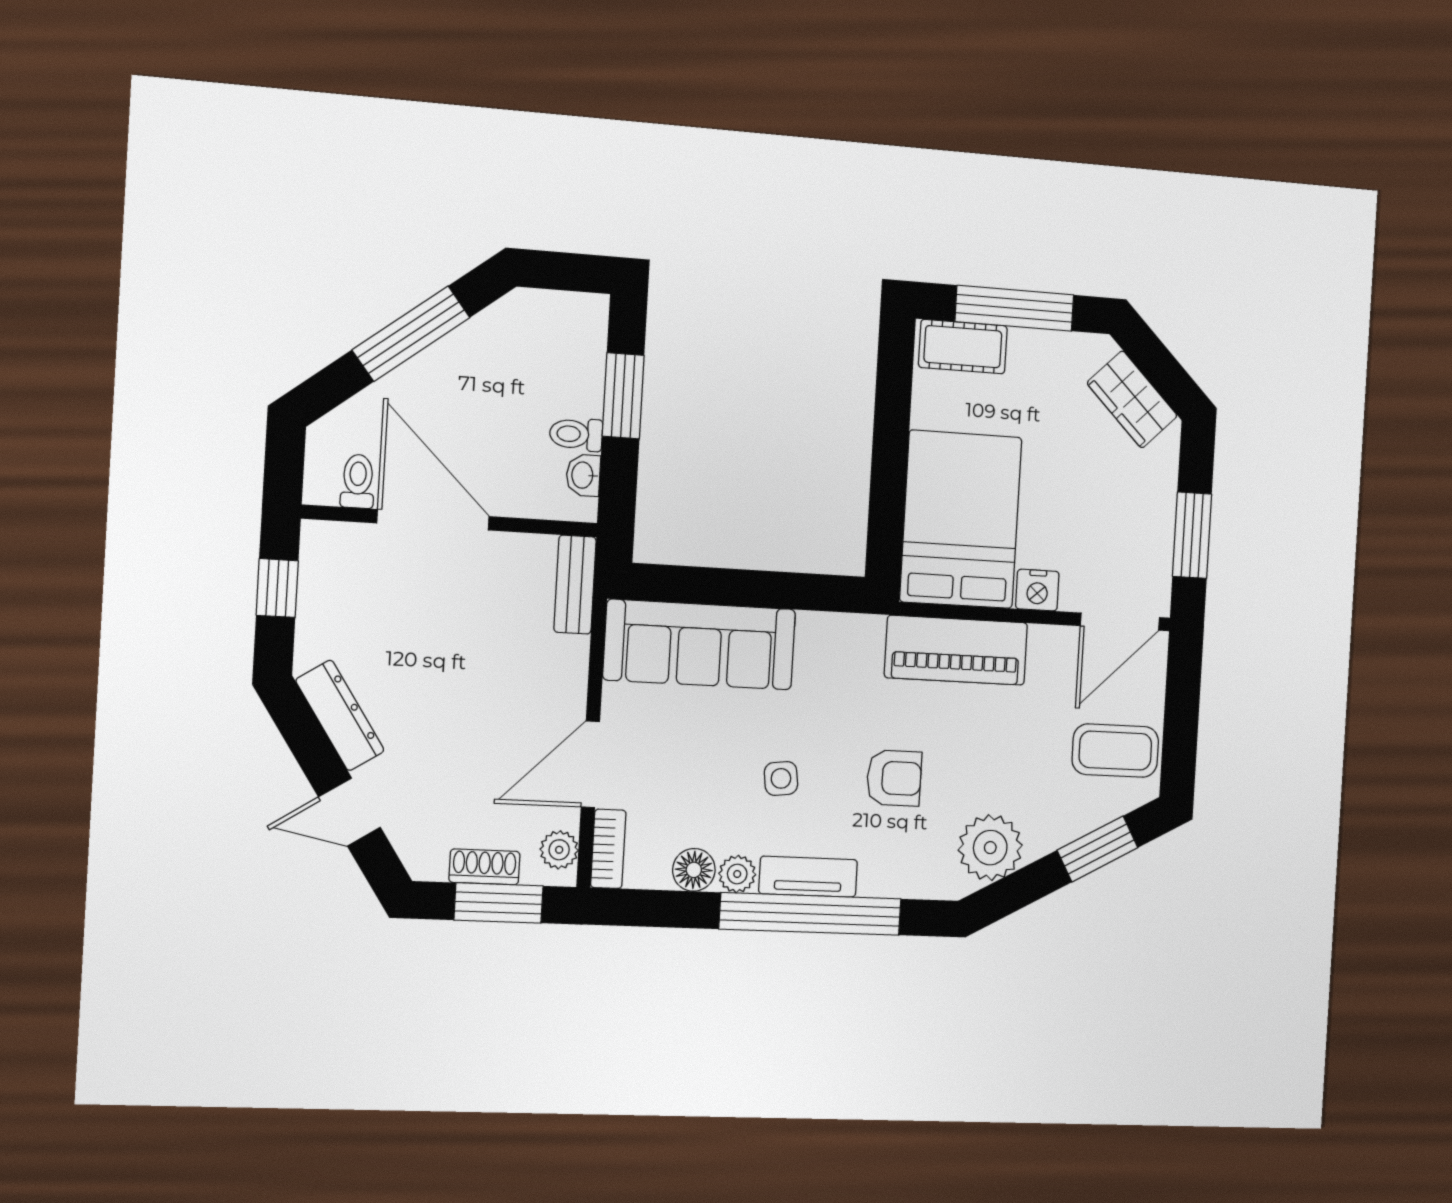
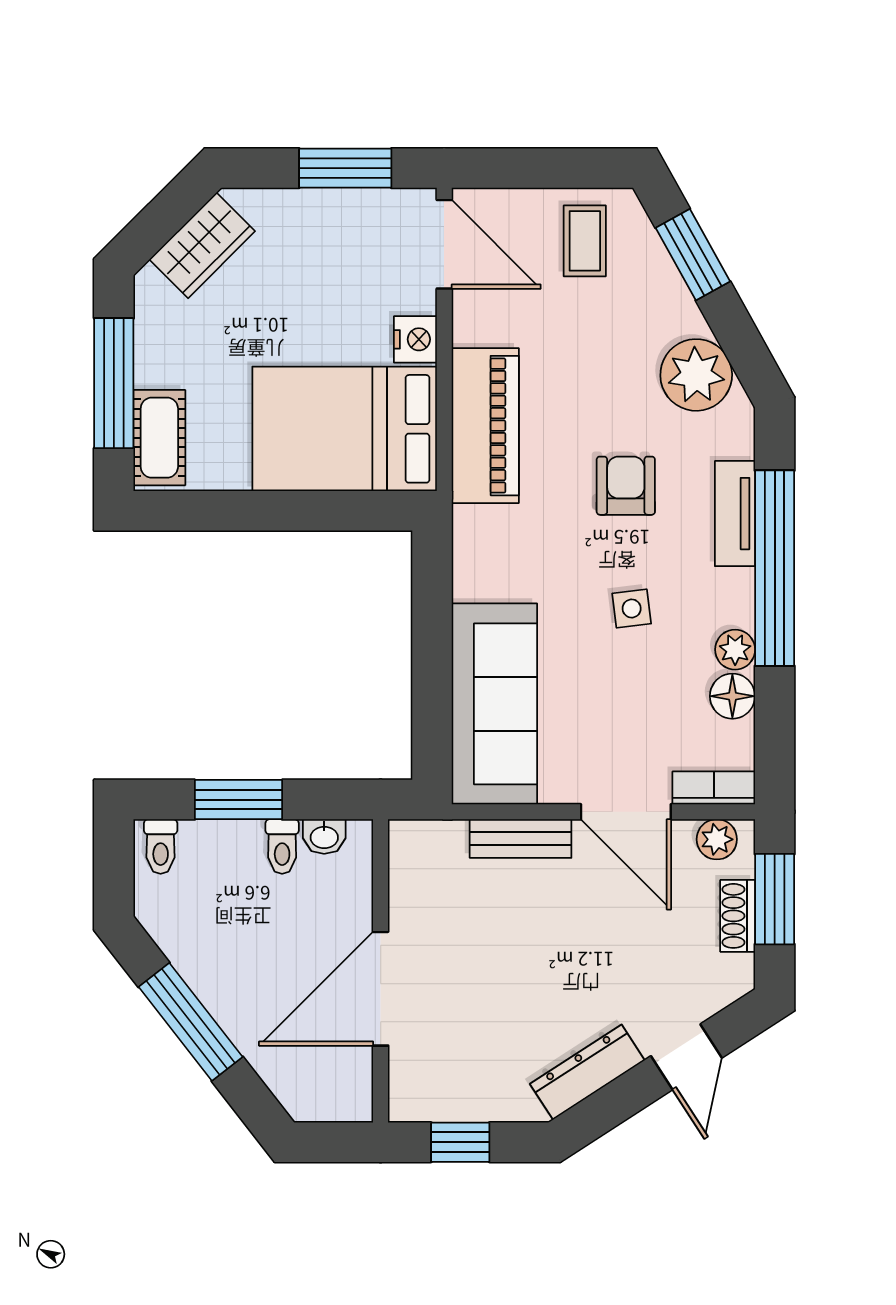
toilet: (358, 481) -> (161, 846), moved, turned -90
bench: (575, 585) -> (521, 839), moved
coffee table: (1115, 751) -> (585, 241), width x0.73, depth x0.77
tv unit: (808, 877) -> (735, 514), moved

